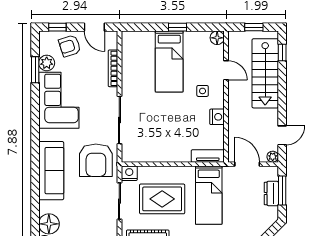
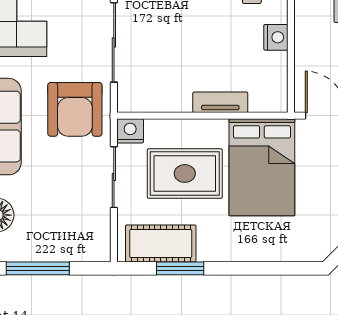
tv unit: (208, 156) -> (220, 102), moved
bed: (209, 195) -> (262, 167), width x1.50

